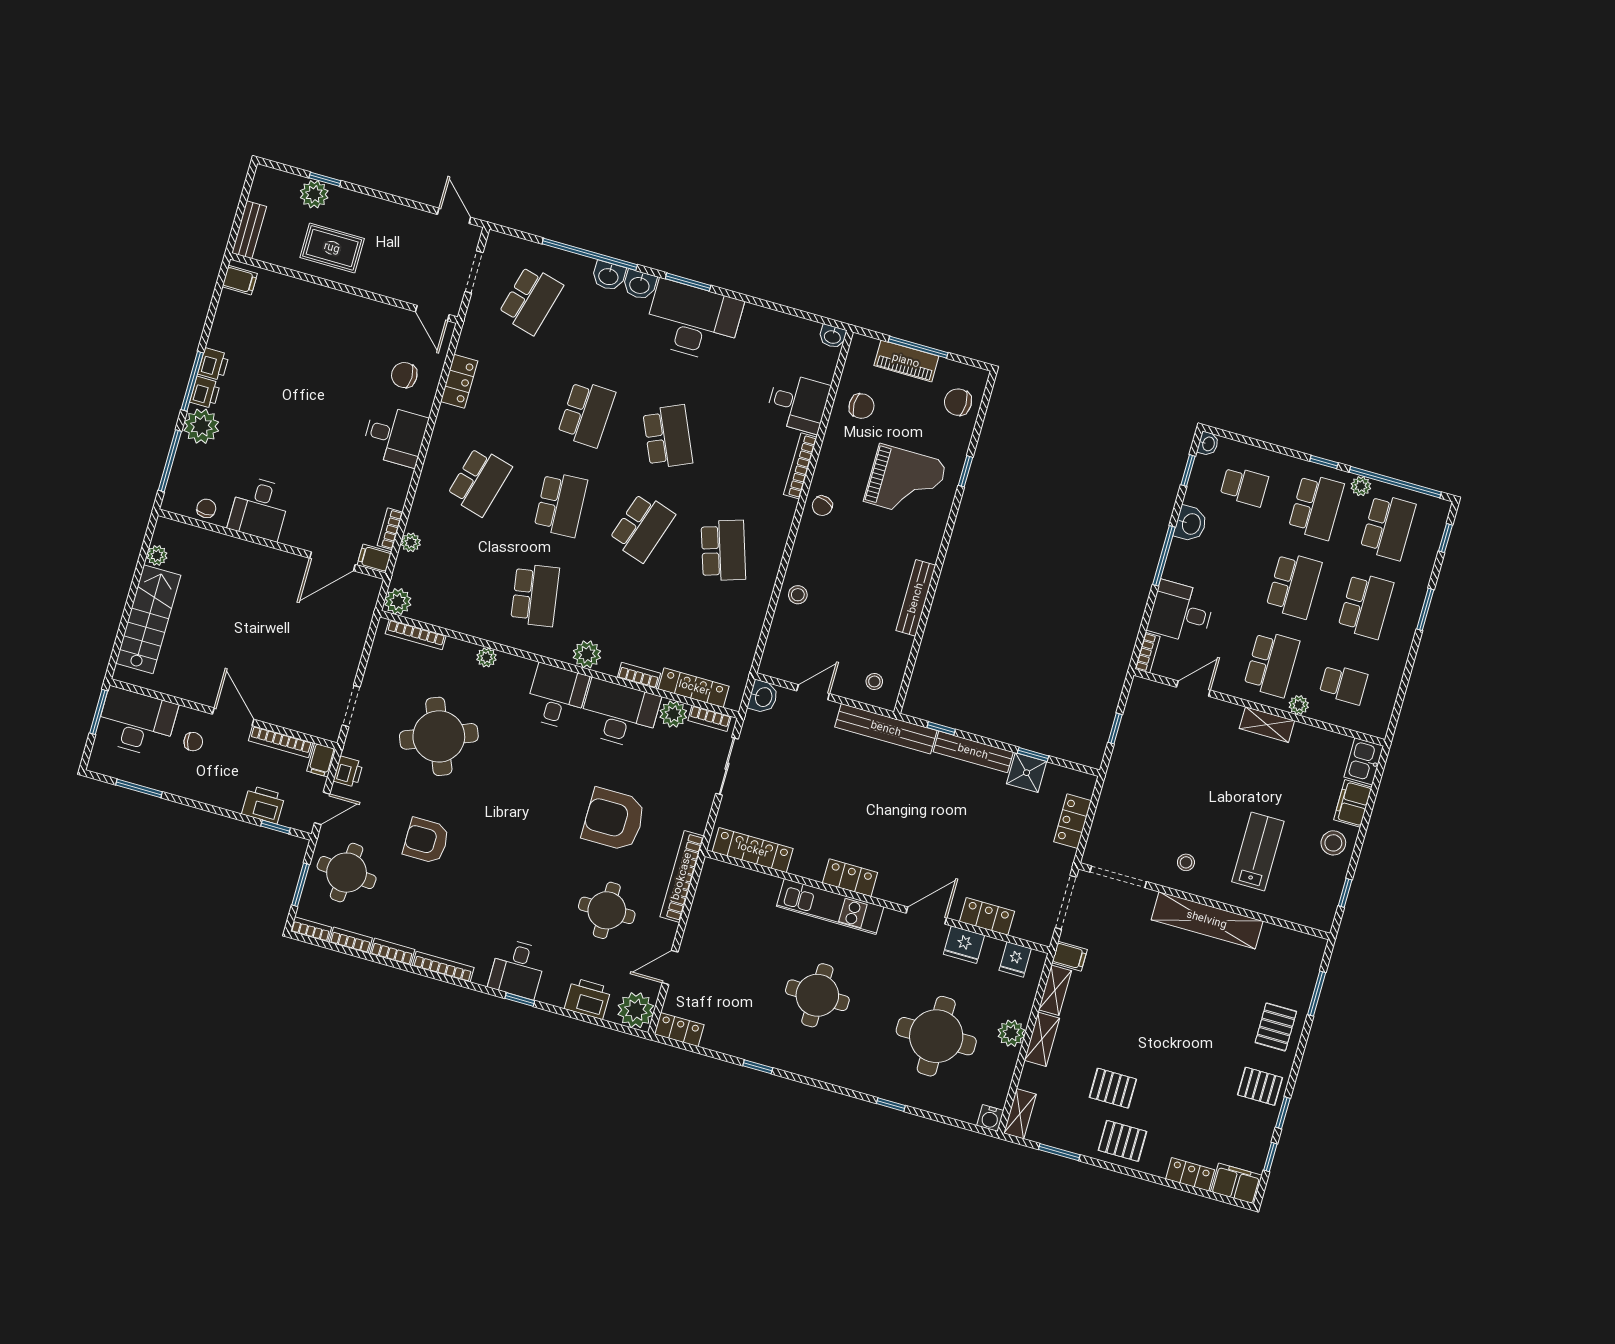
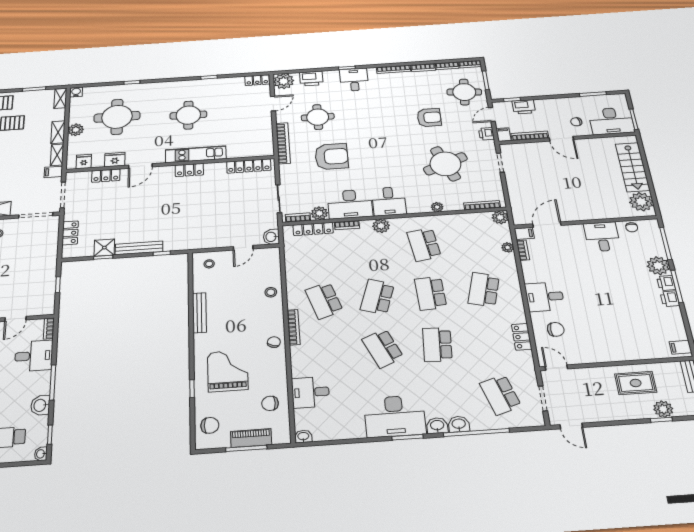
school desk: (531, 300) -> (500, 395), turned -33
bookcase: (800, 466) -> (294, 327), moved
grand piano: (905, 482) -> (228, 371), turned 90
plant: (157, 555) -> (641, 202), width x1.87, depth x1.87
bench: (886, 729) -> (194, 243), removed

